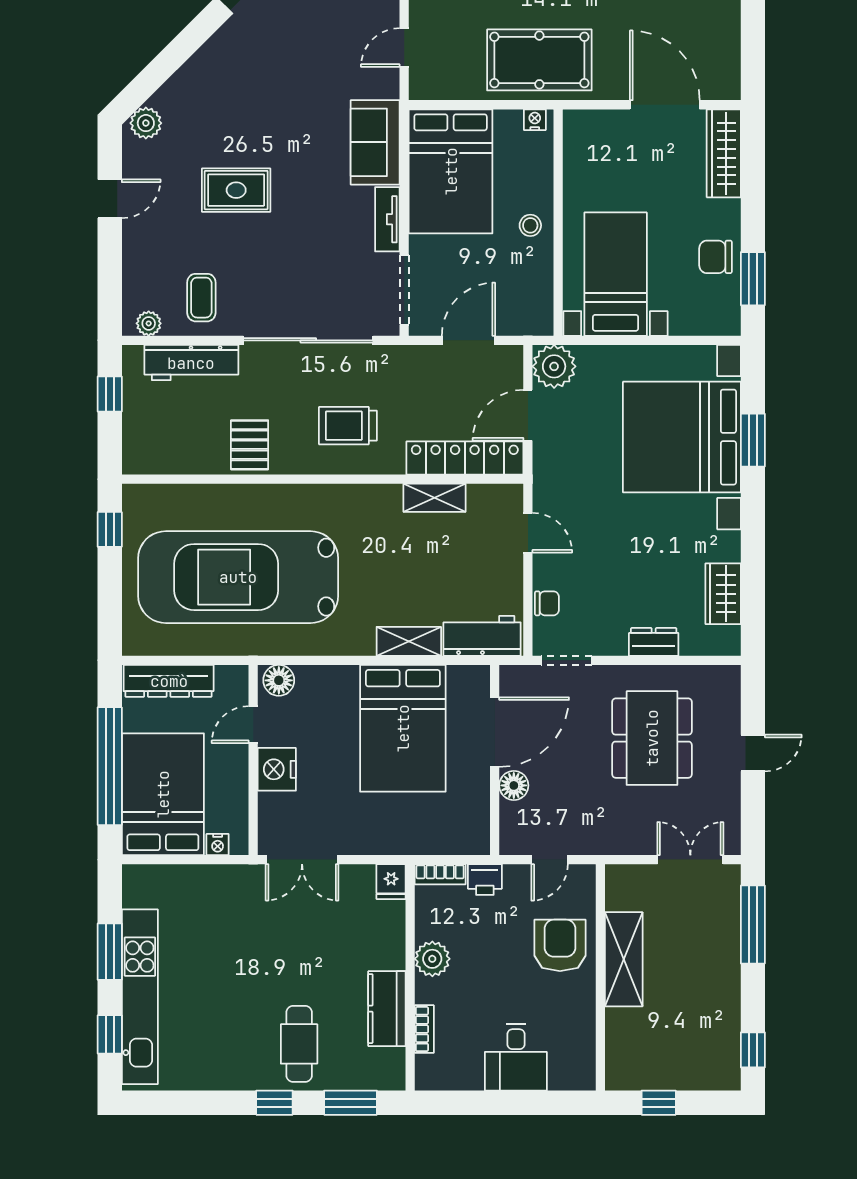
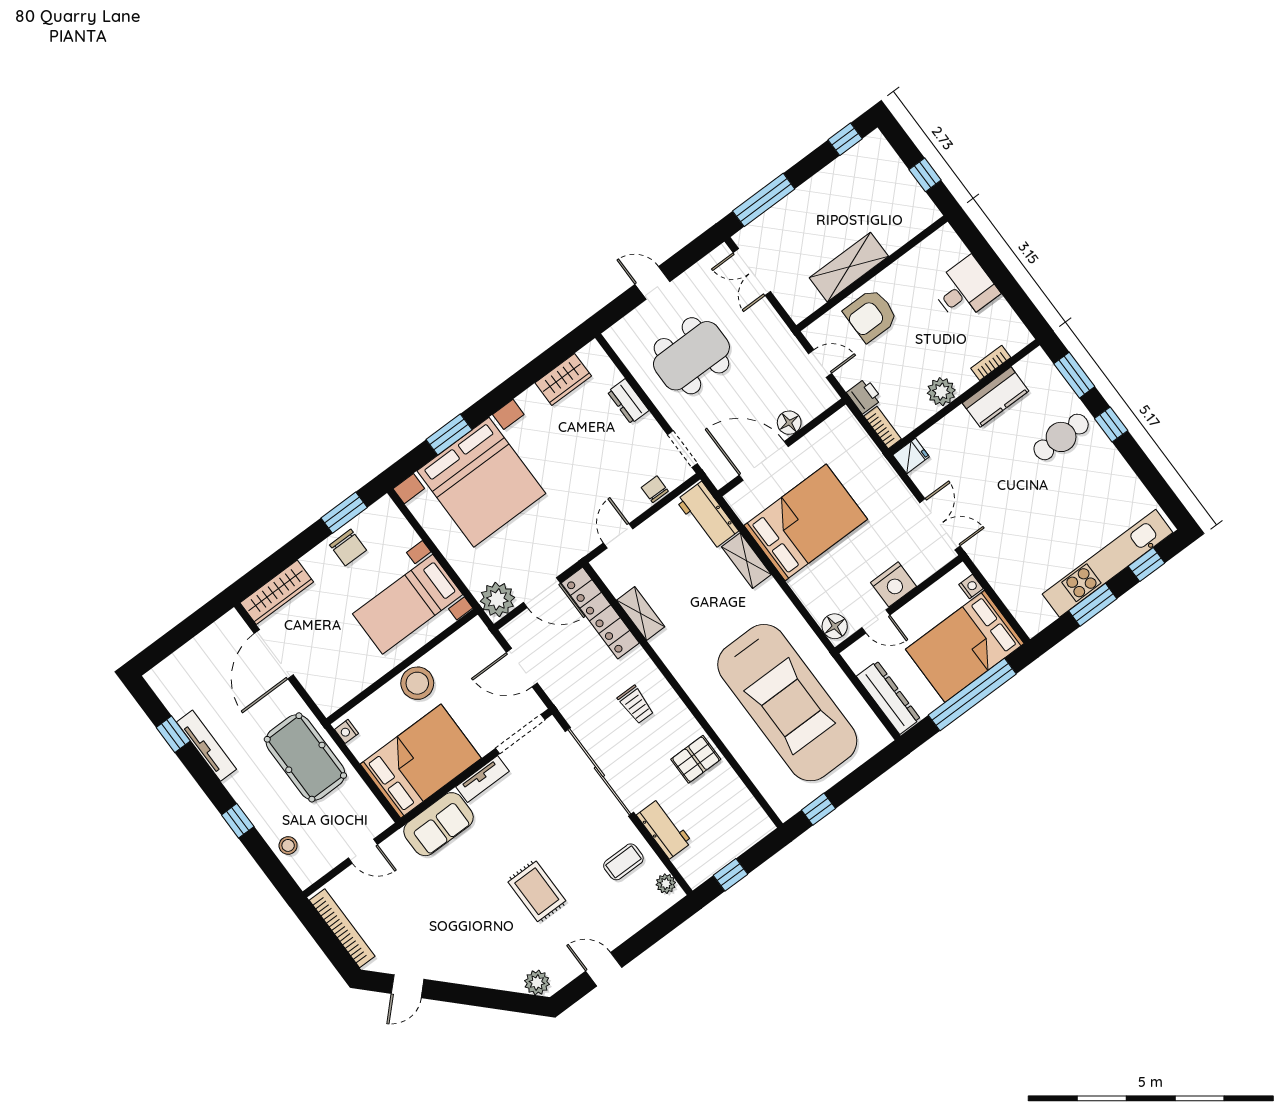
stool: (530, 225) -> (417, 683), width x1.89, depth x1.89
workbench: (191, 363) -> (664, 829), width x0.73
trolley: (348, 426) -> (636, 705), width x0.73, depth x0.72

